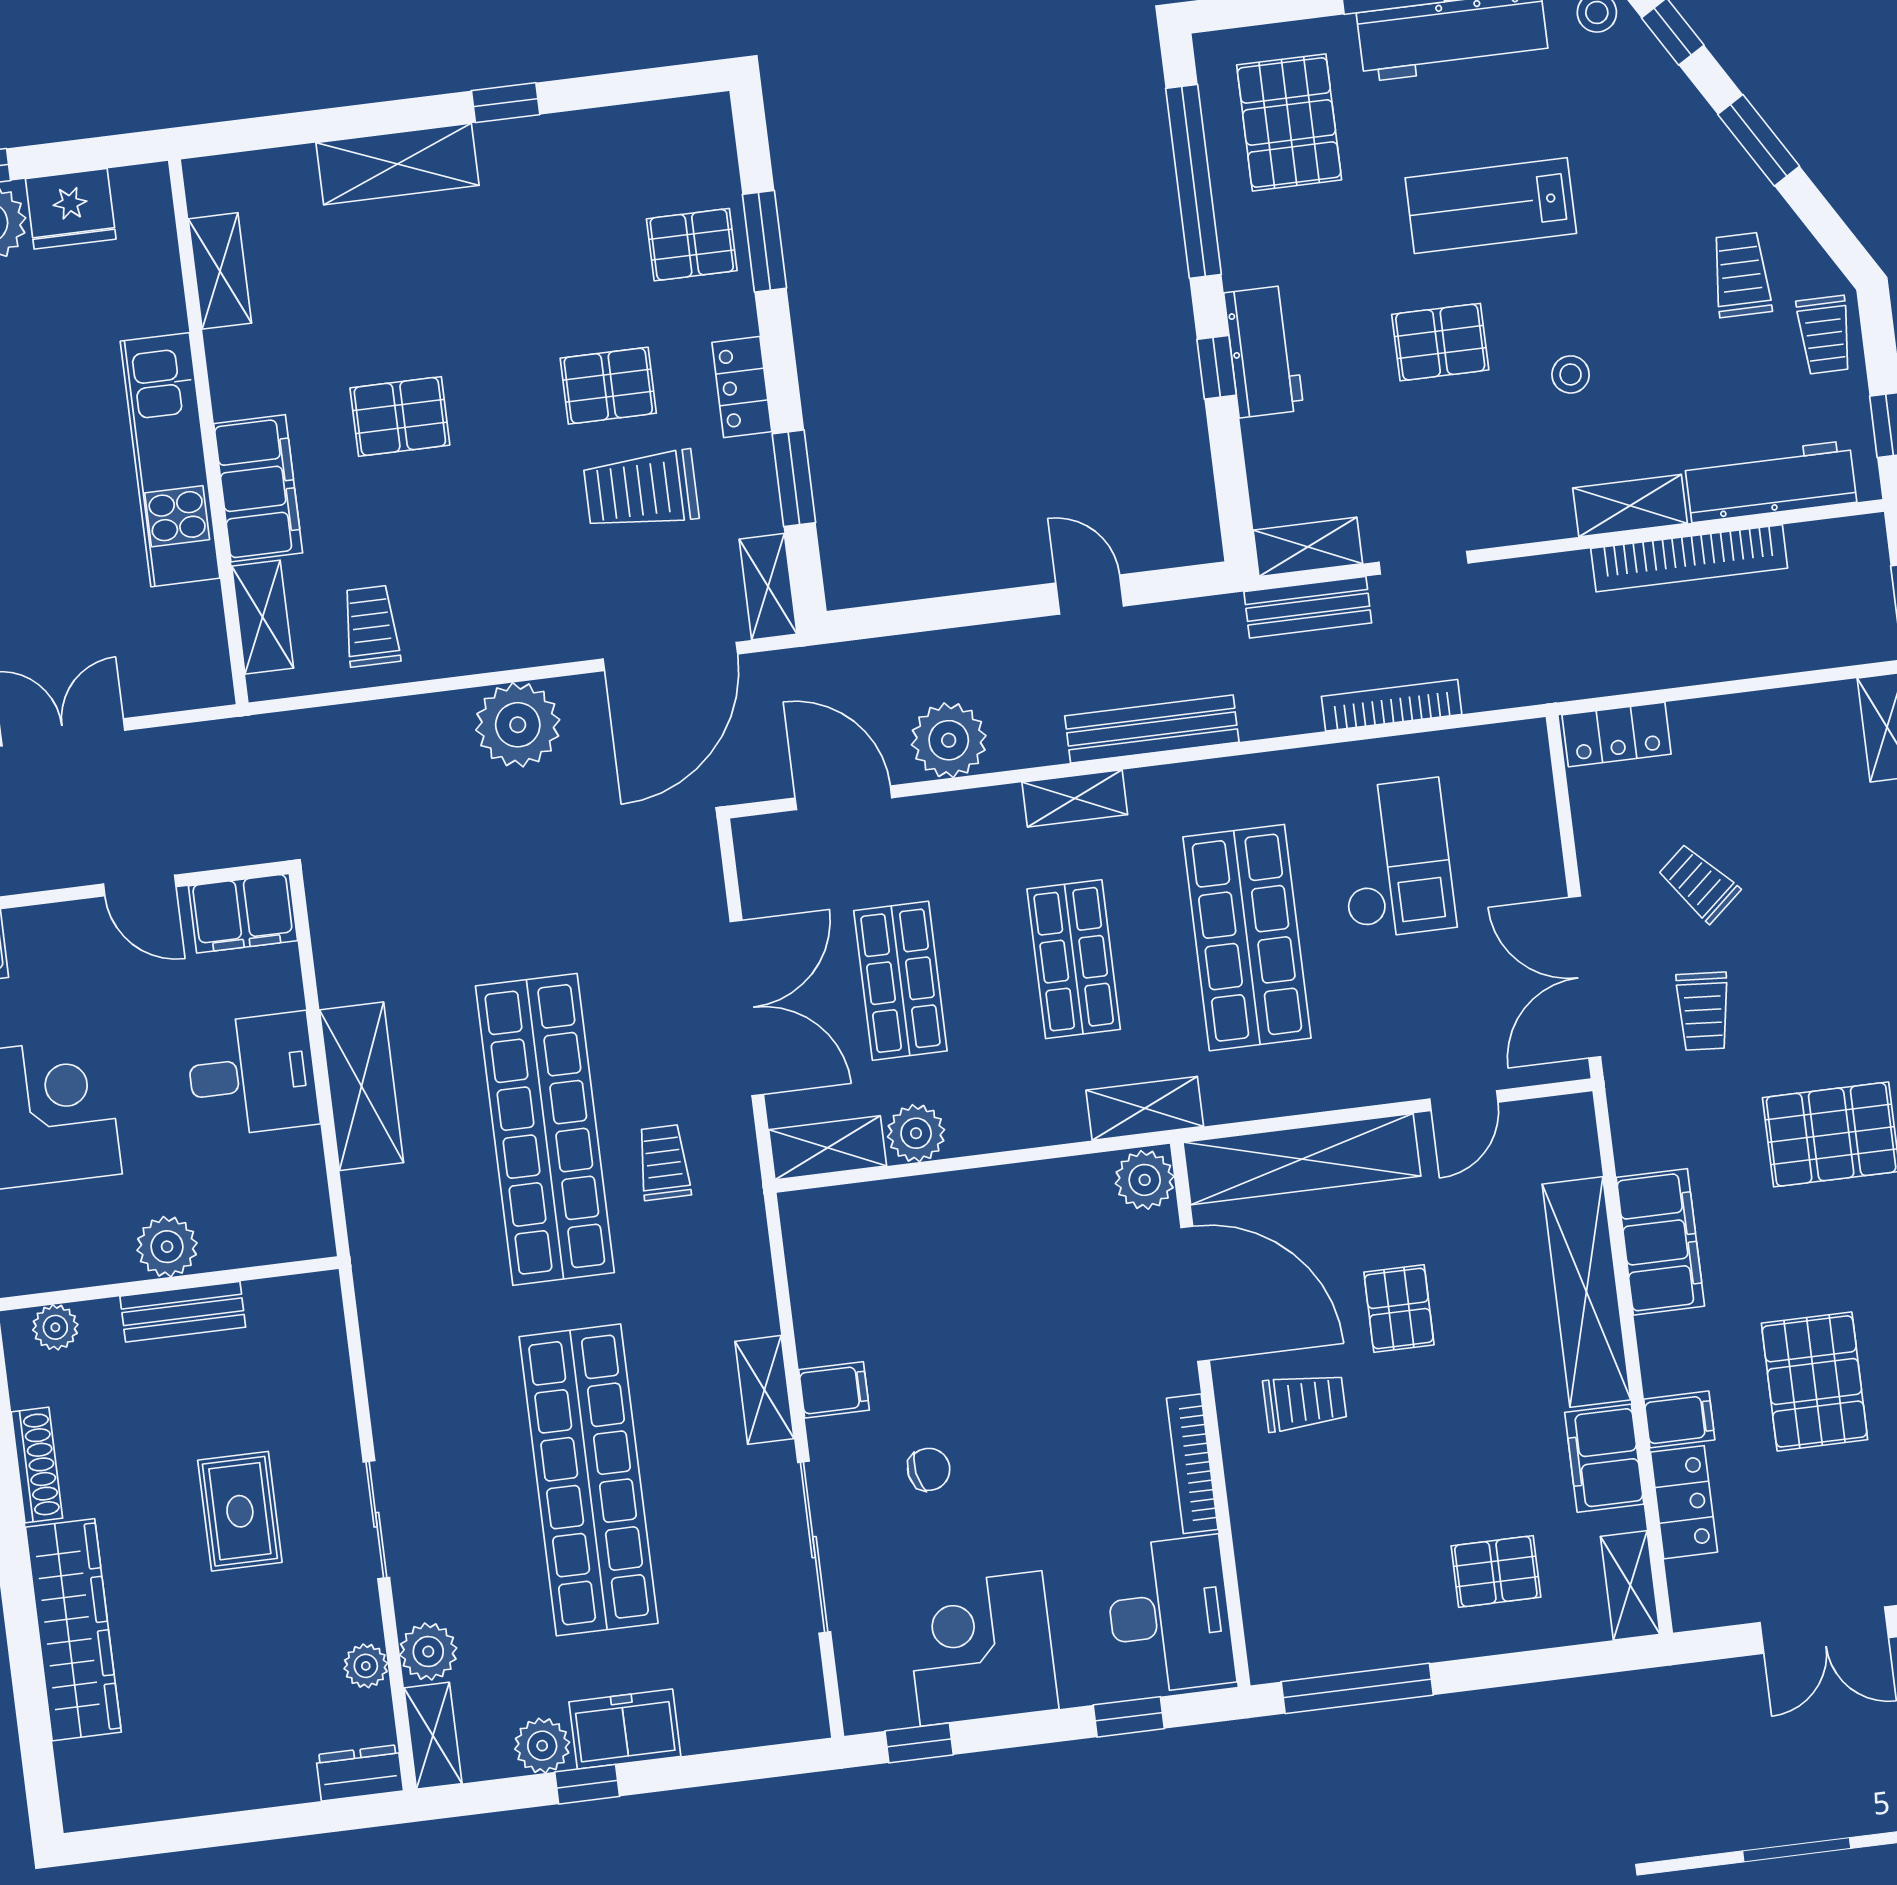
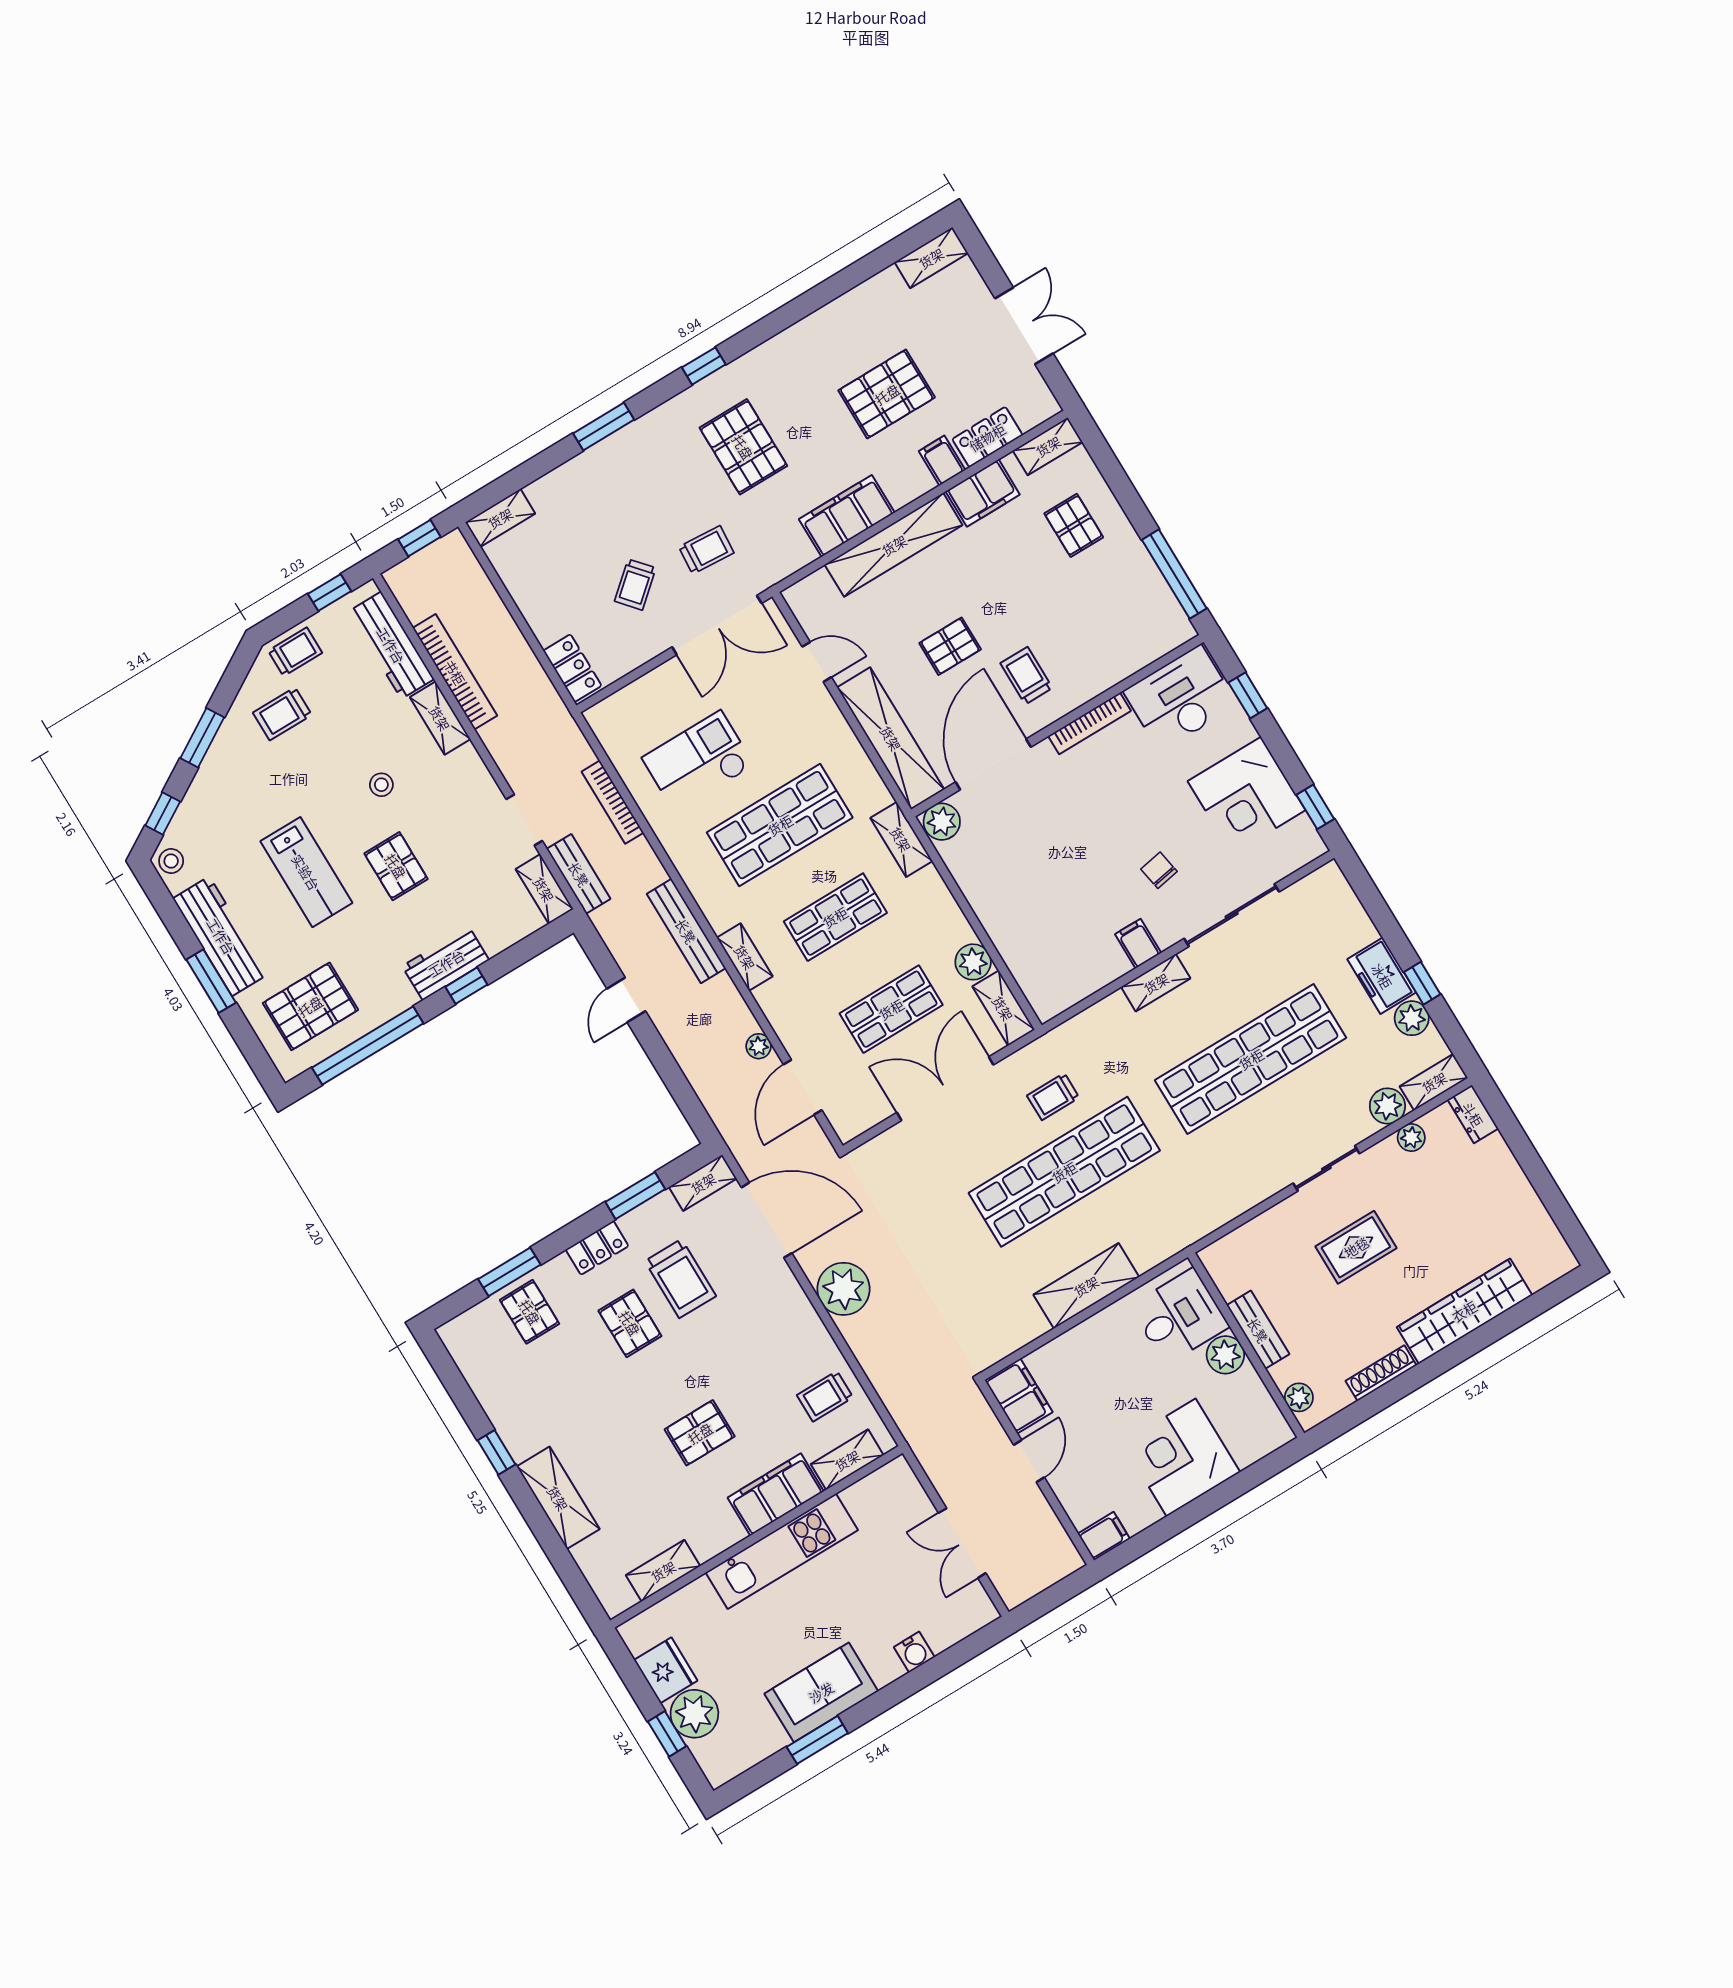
pallet: (400, 416) -> (700, 1433), turned 90
plant: (949, 740) -> (759, 1046), width x0.53, depth x0.53
desk: (252, 1075) -> (1180, 1316), moved, turned 90

